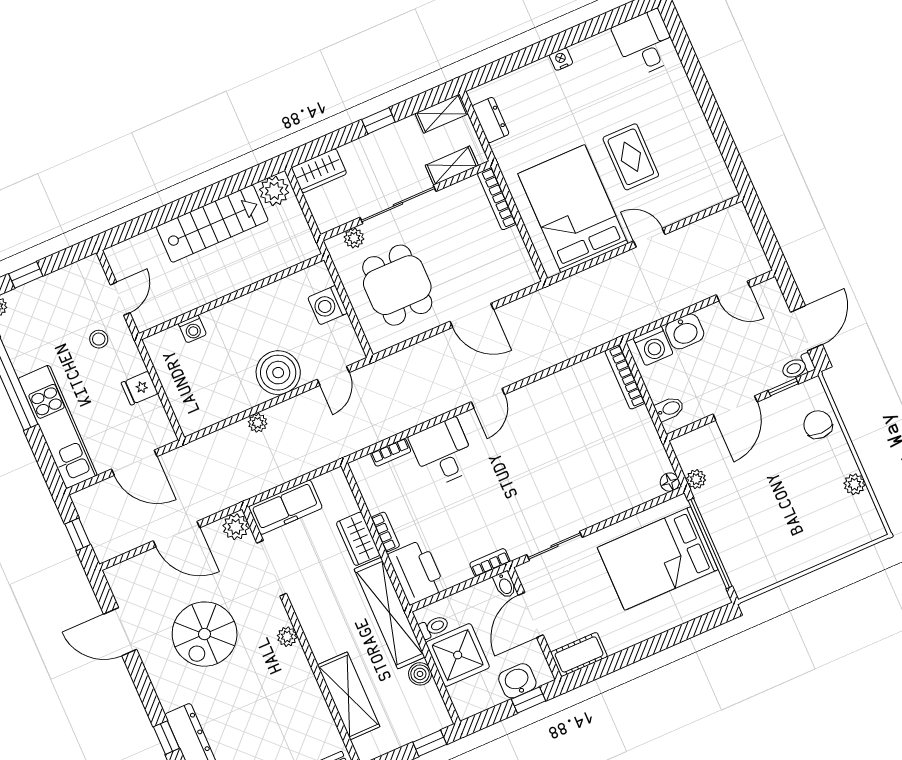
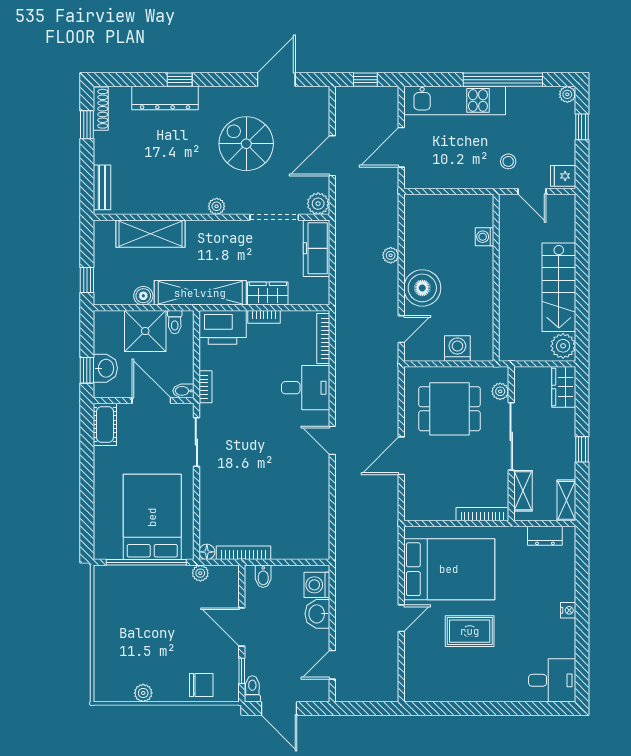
door: (333, 376) -> (401, 329), swing flipped
bookcase: (625, 377) -> (243, 553), moved
fridge: (140, 388) -> (563, 176), moved, turned -90
bookcase: (391, 452) -> (323, 339), width x1.56

